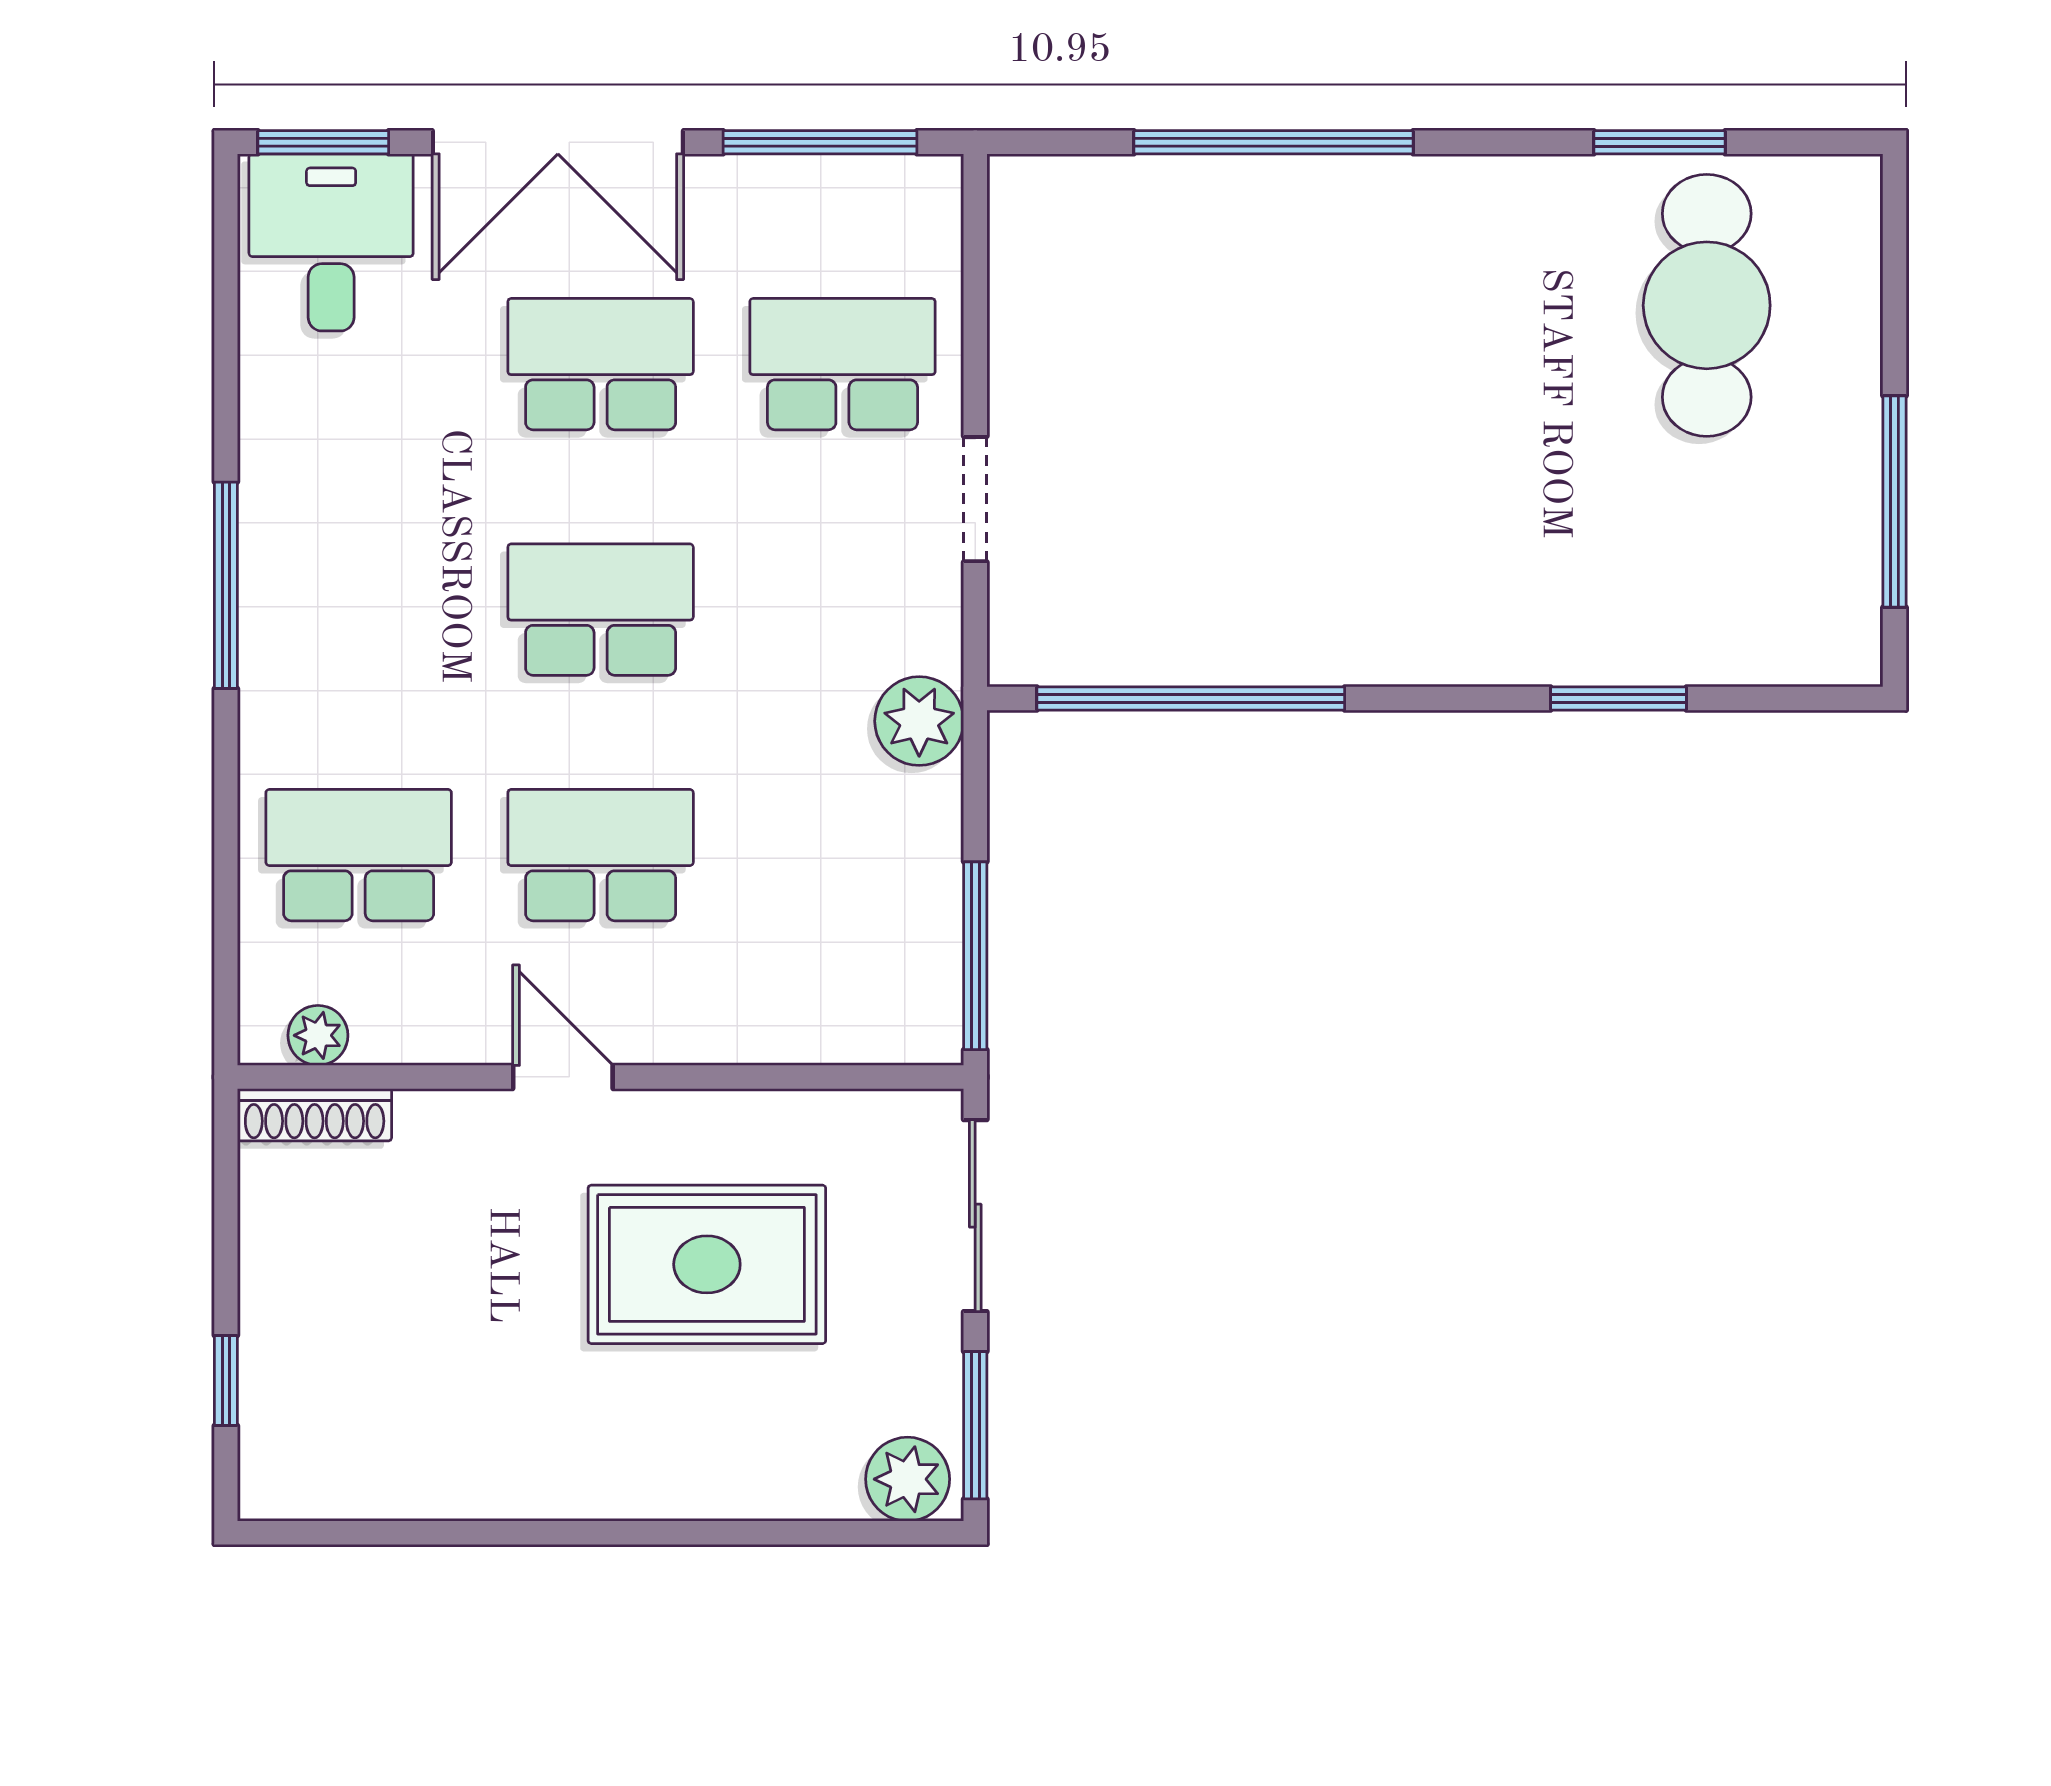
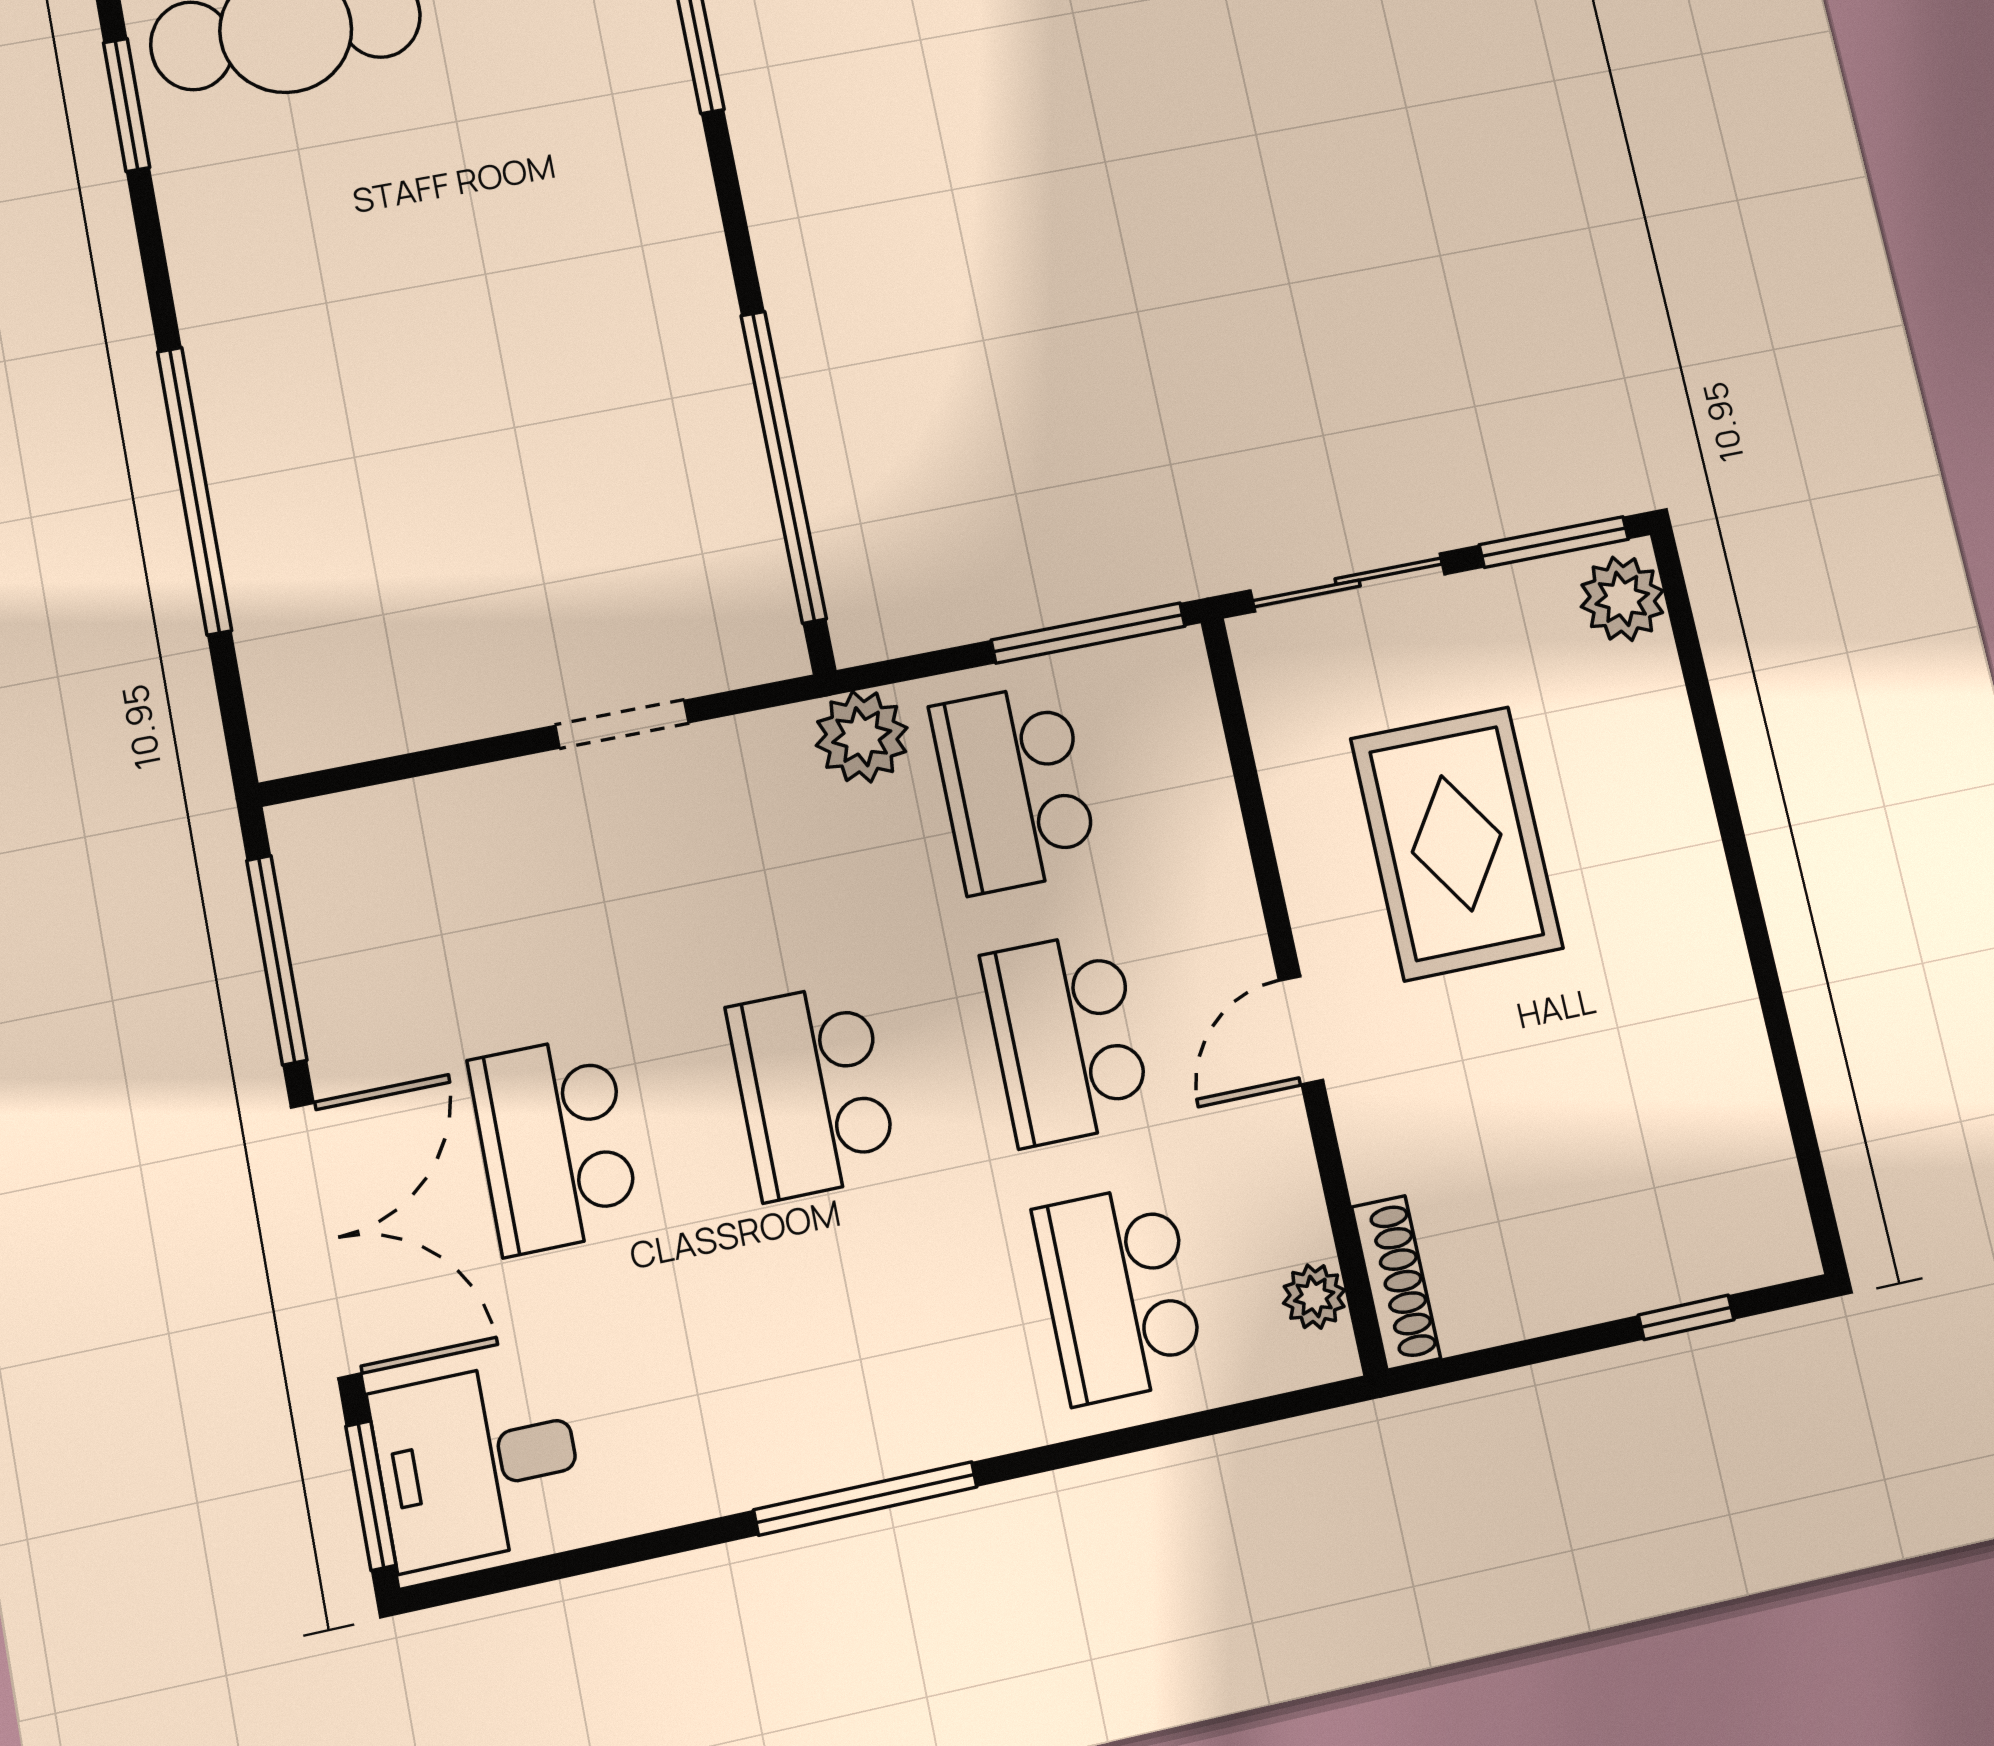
school desk: (842, 364) -> (1015, 788), moved

